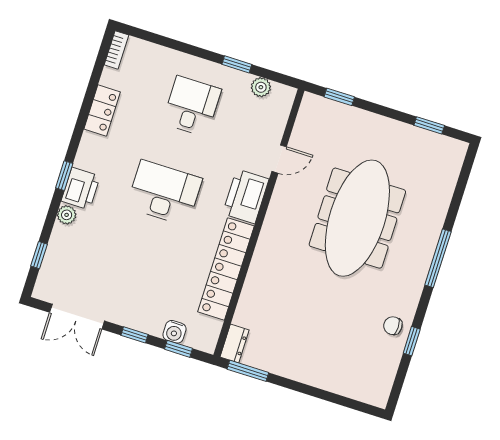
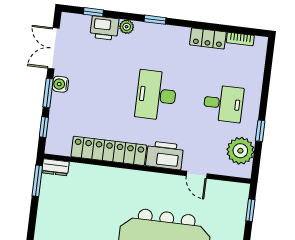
bookcase: (117, 50) -> (240, 39), moved
plant: (261, 87) -> (240, 151), width x1.88, depth x1.88
printer: (81, 189) -> (104, 28), moved
desk: (164, 193) -> (156, 95), turned 180
water cooler: (174, 332) -> (60, 84), moved
window: (134, 335) -> (48, 93), width x1.50

